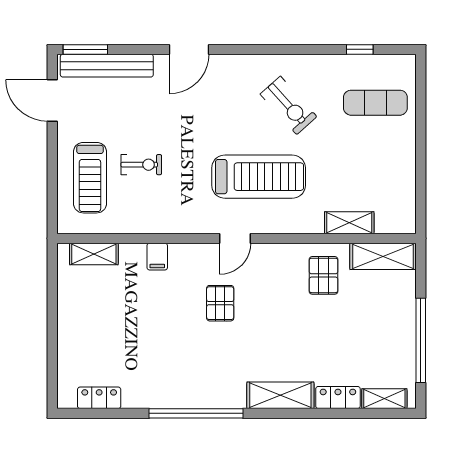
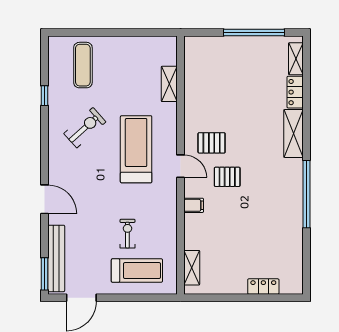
window: (360, 49) -> (45, 96), moved
shelving: (383, 256) -> (193, 60), removed
filing cabinet: (157, 257) -> (194, 205), moved
pallet: (324, 275) -> (212, 143), moved
locker: (99, 398) -> (263, 287), moved, turned 90

